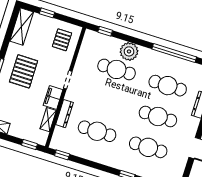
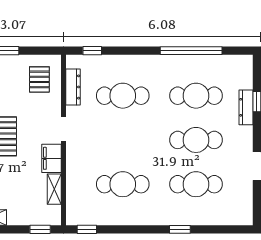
plant: (129, 51) -> (132, 67), removed
dresser: (65, 114) -> (73, 87), moved

